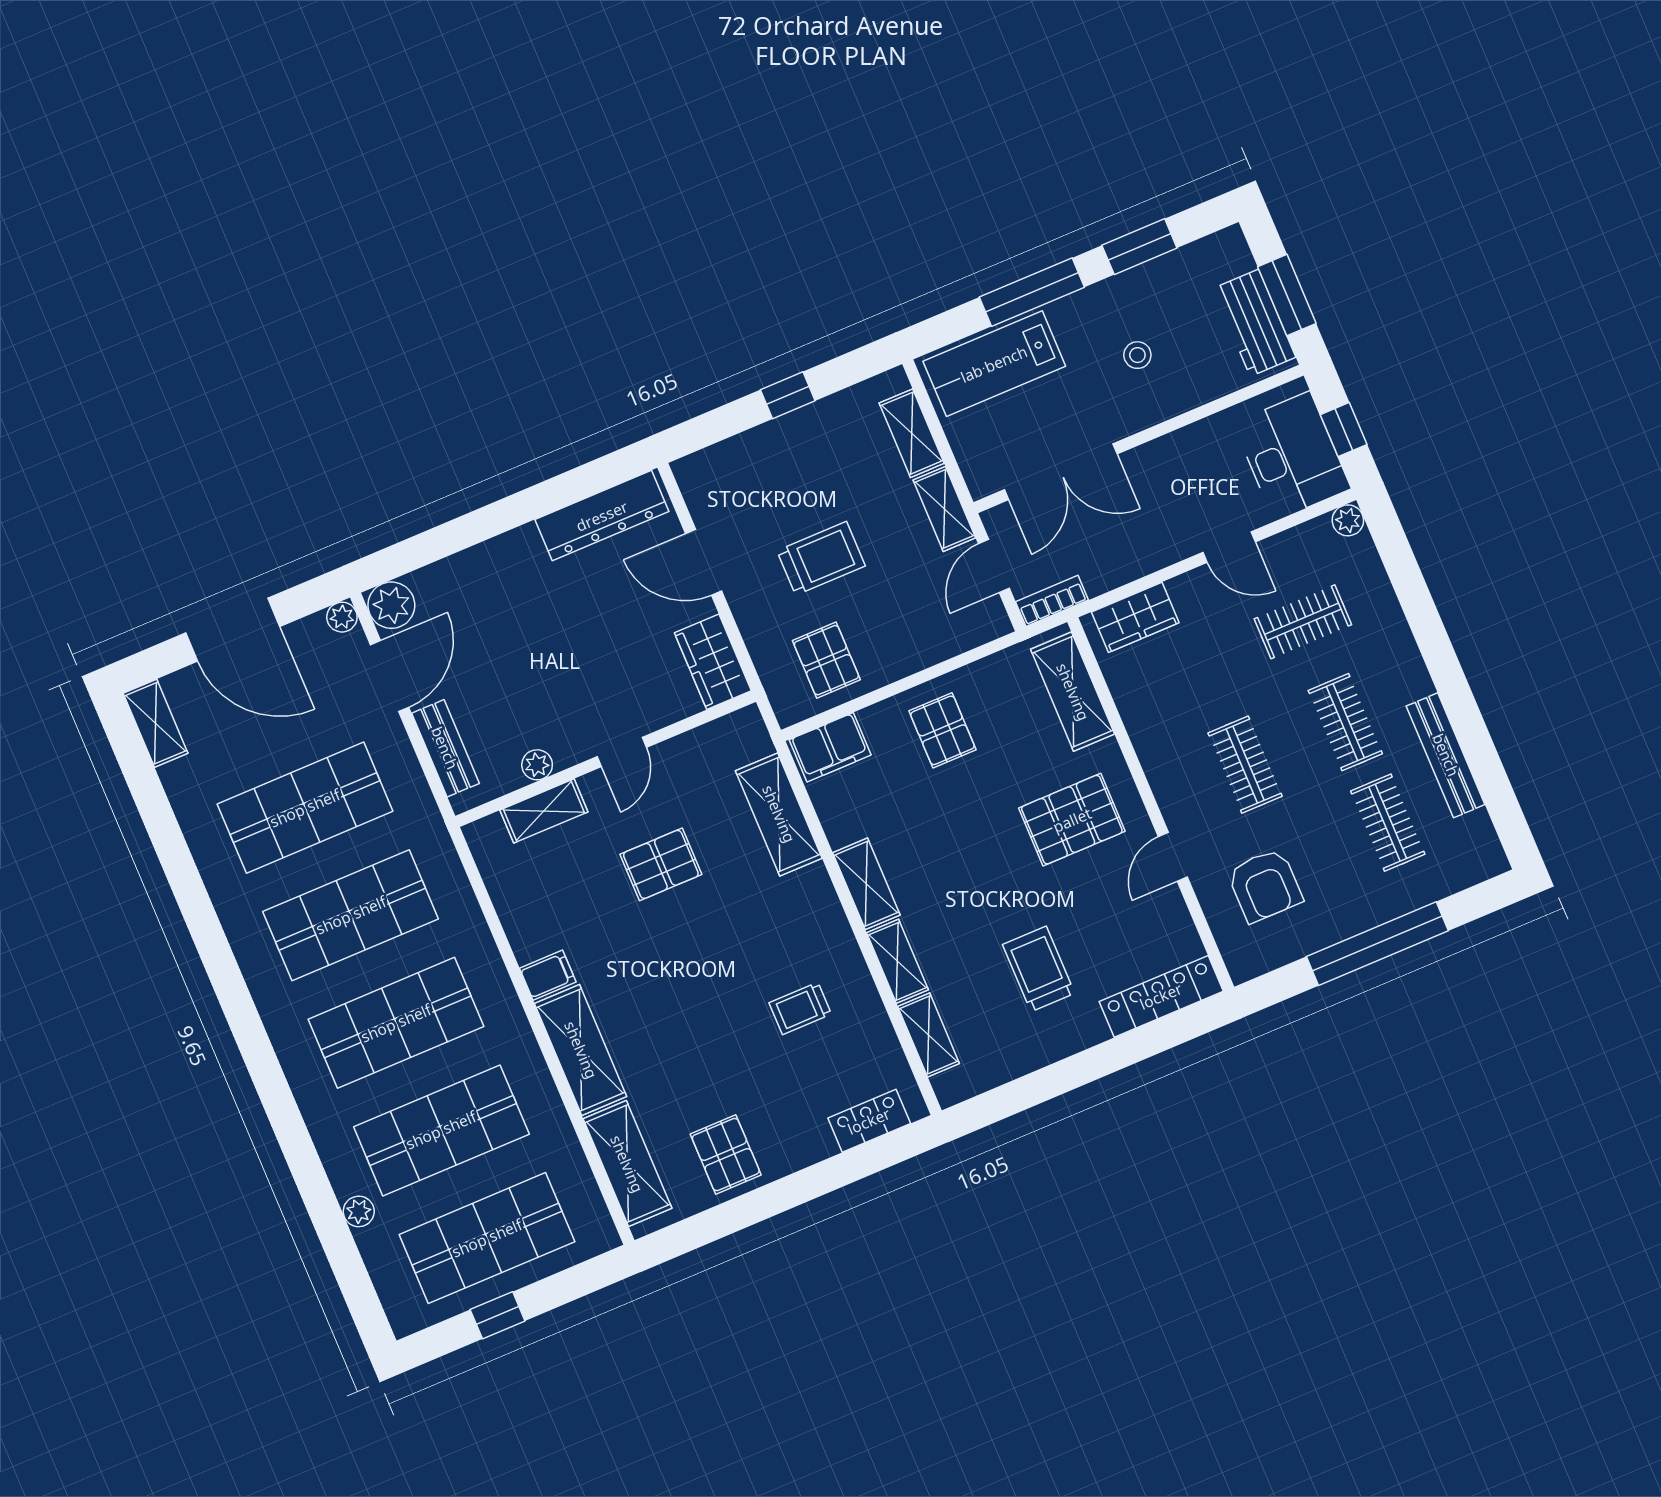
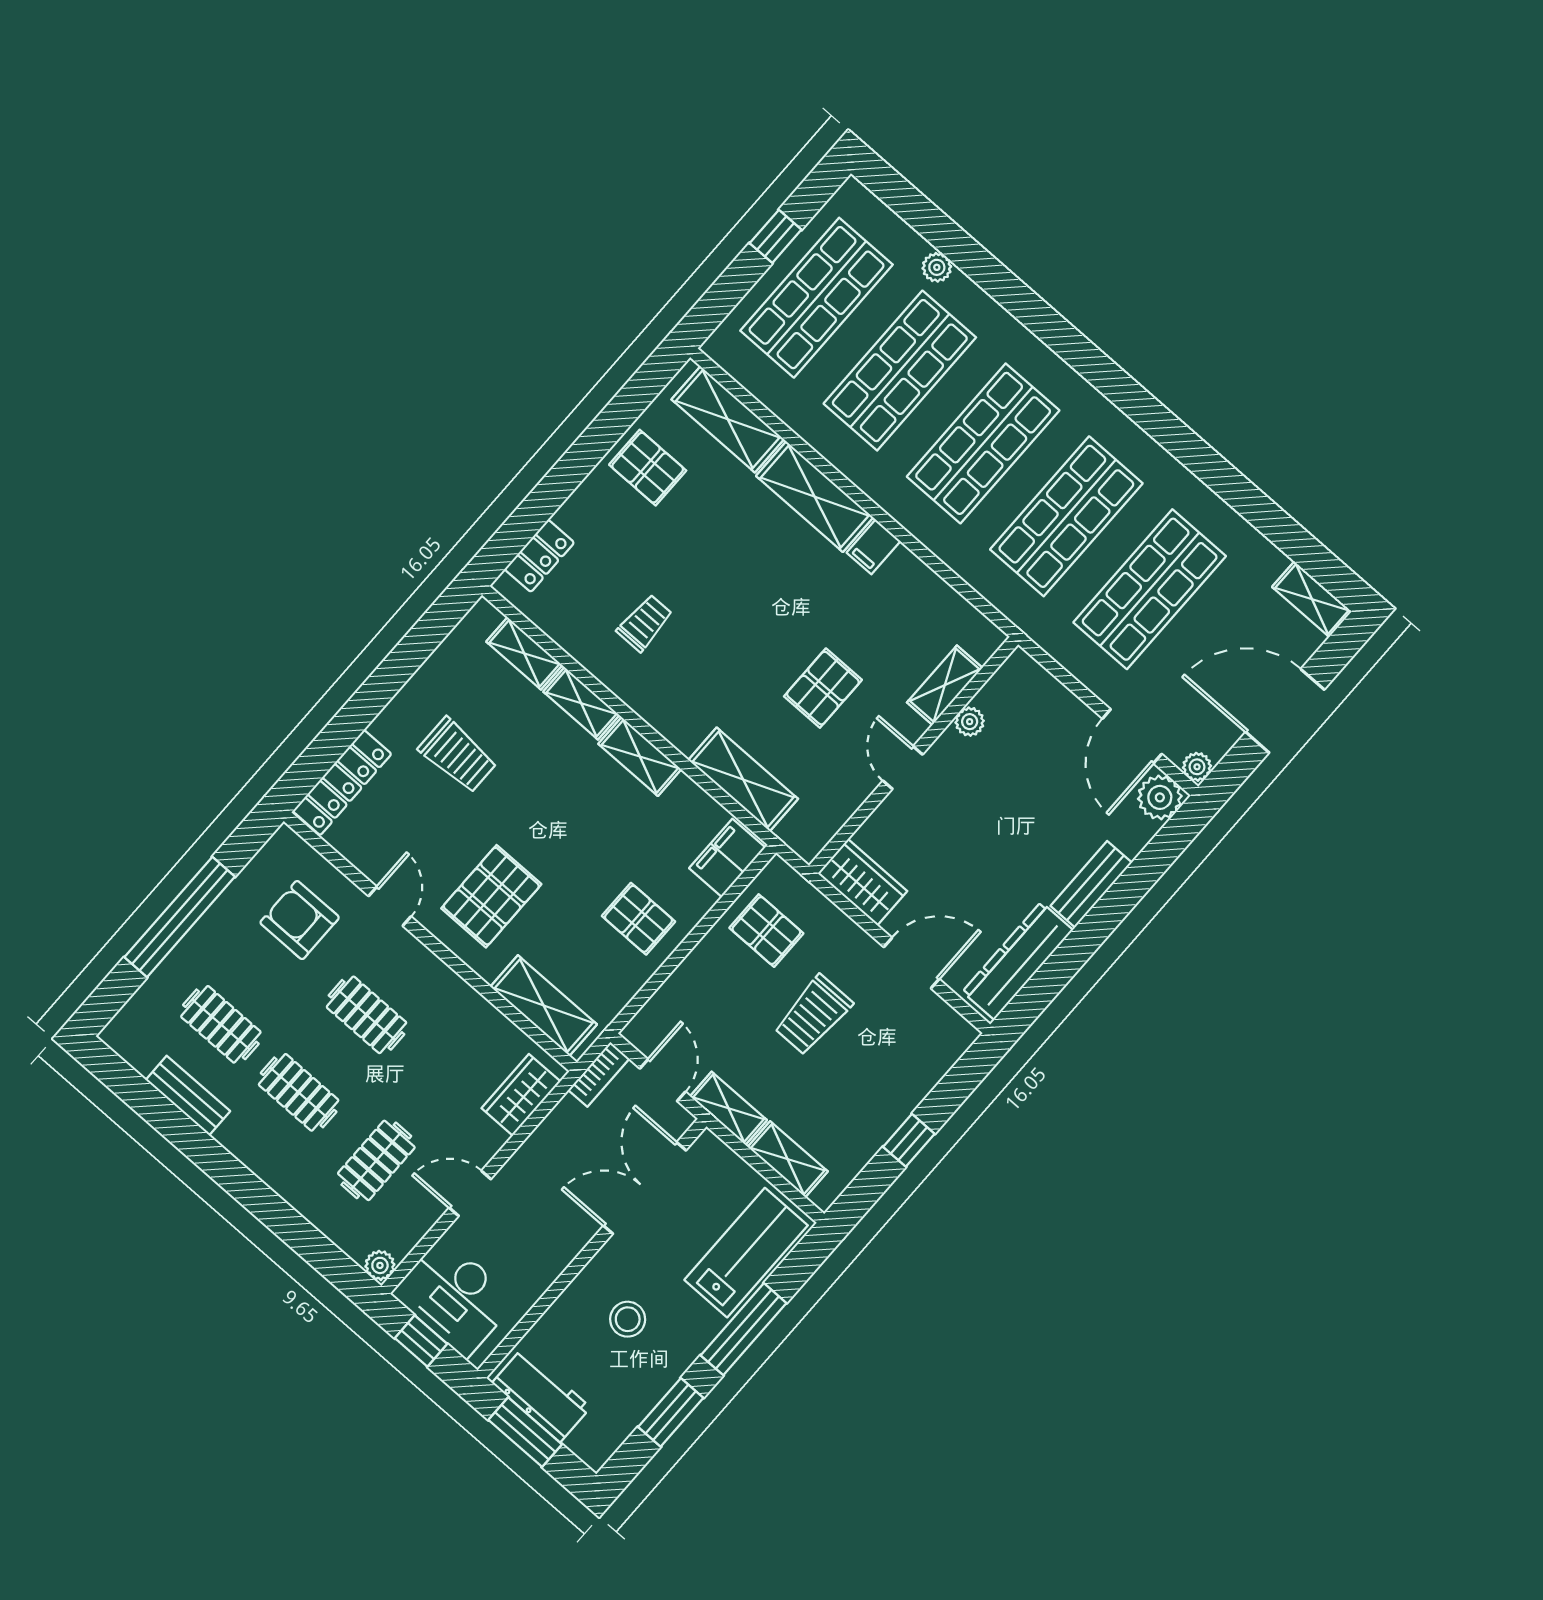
stool: (1137, 355) -> (628, 1319), width x1.37, depth x1.37
bench: (445, 748) -> (1091, 884), moved, turned 90
bench: (1446, 755) -> (188, 1095), width x0.73

